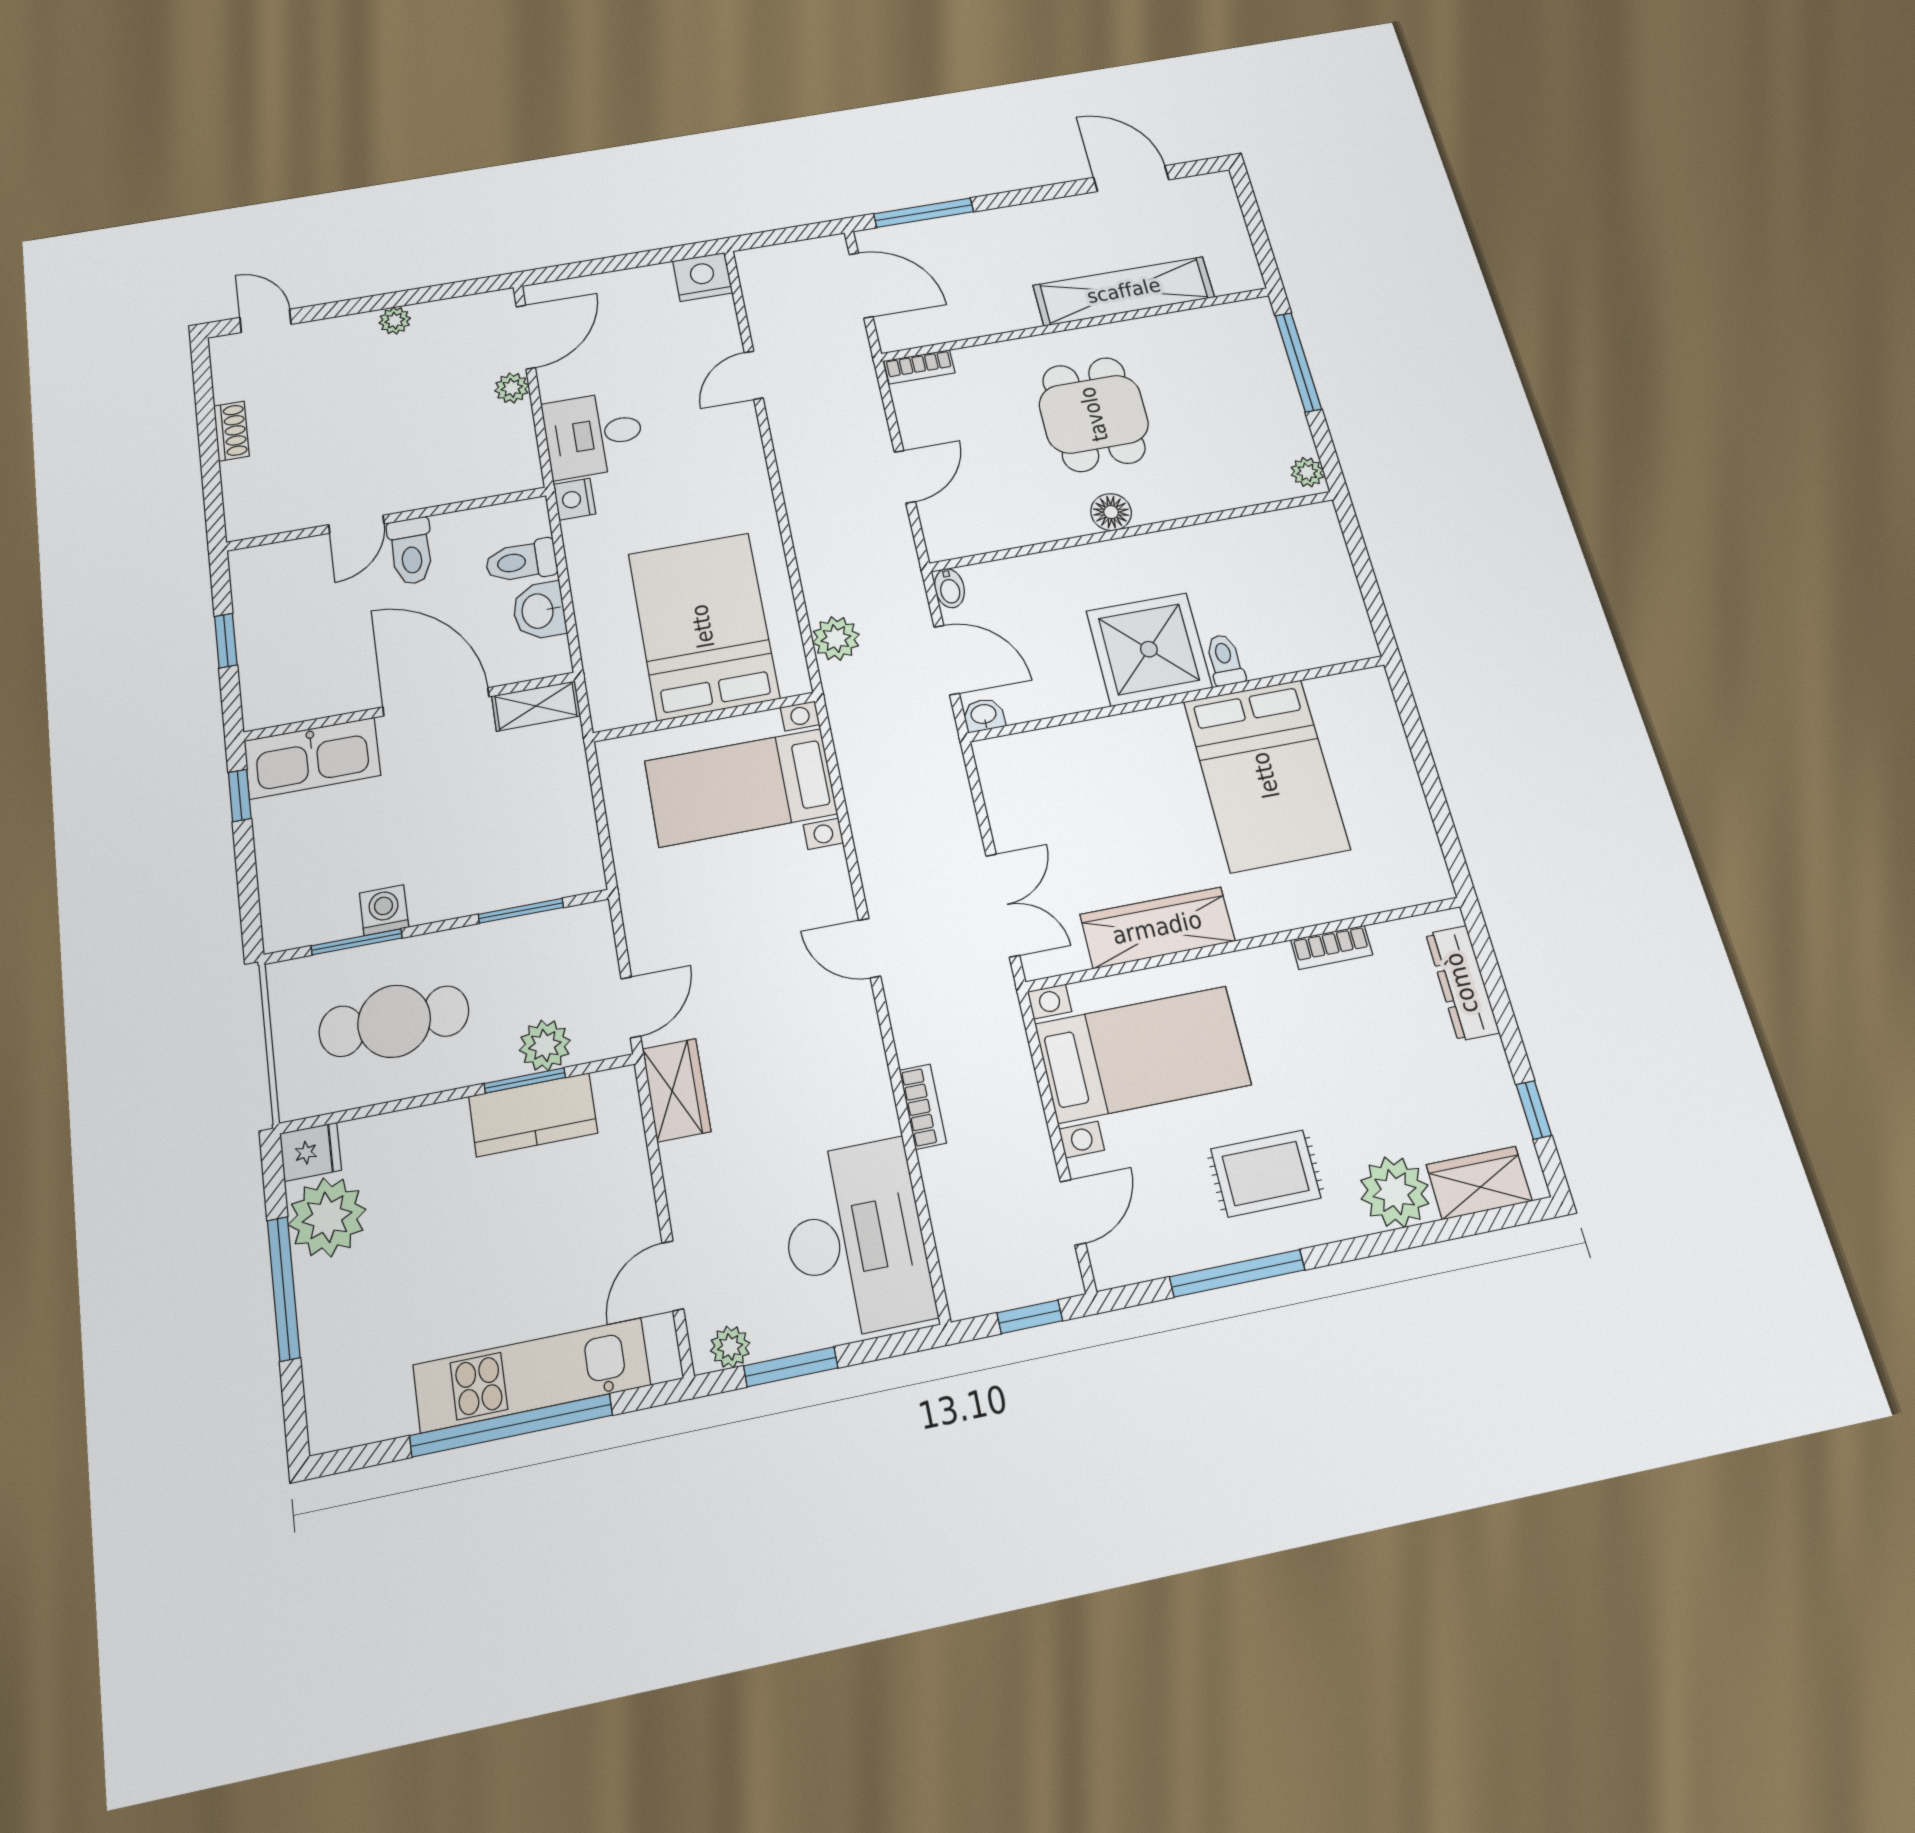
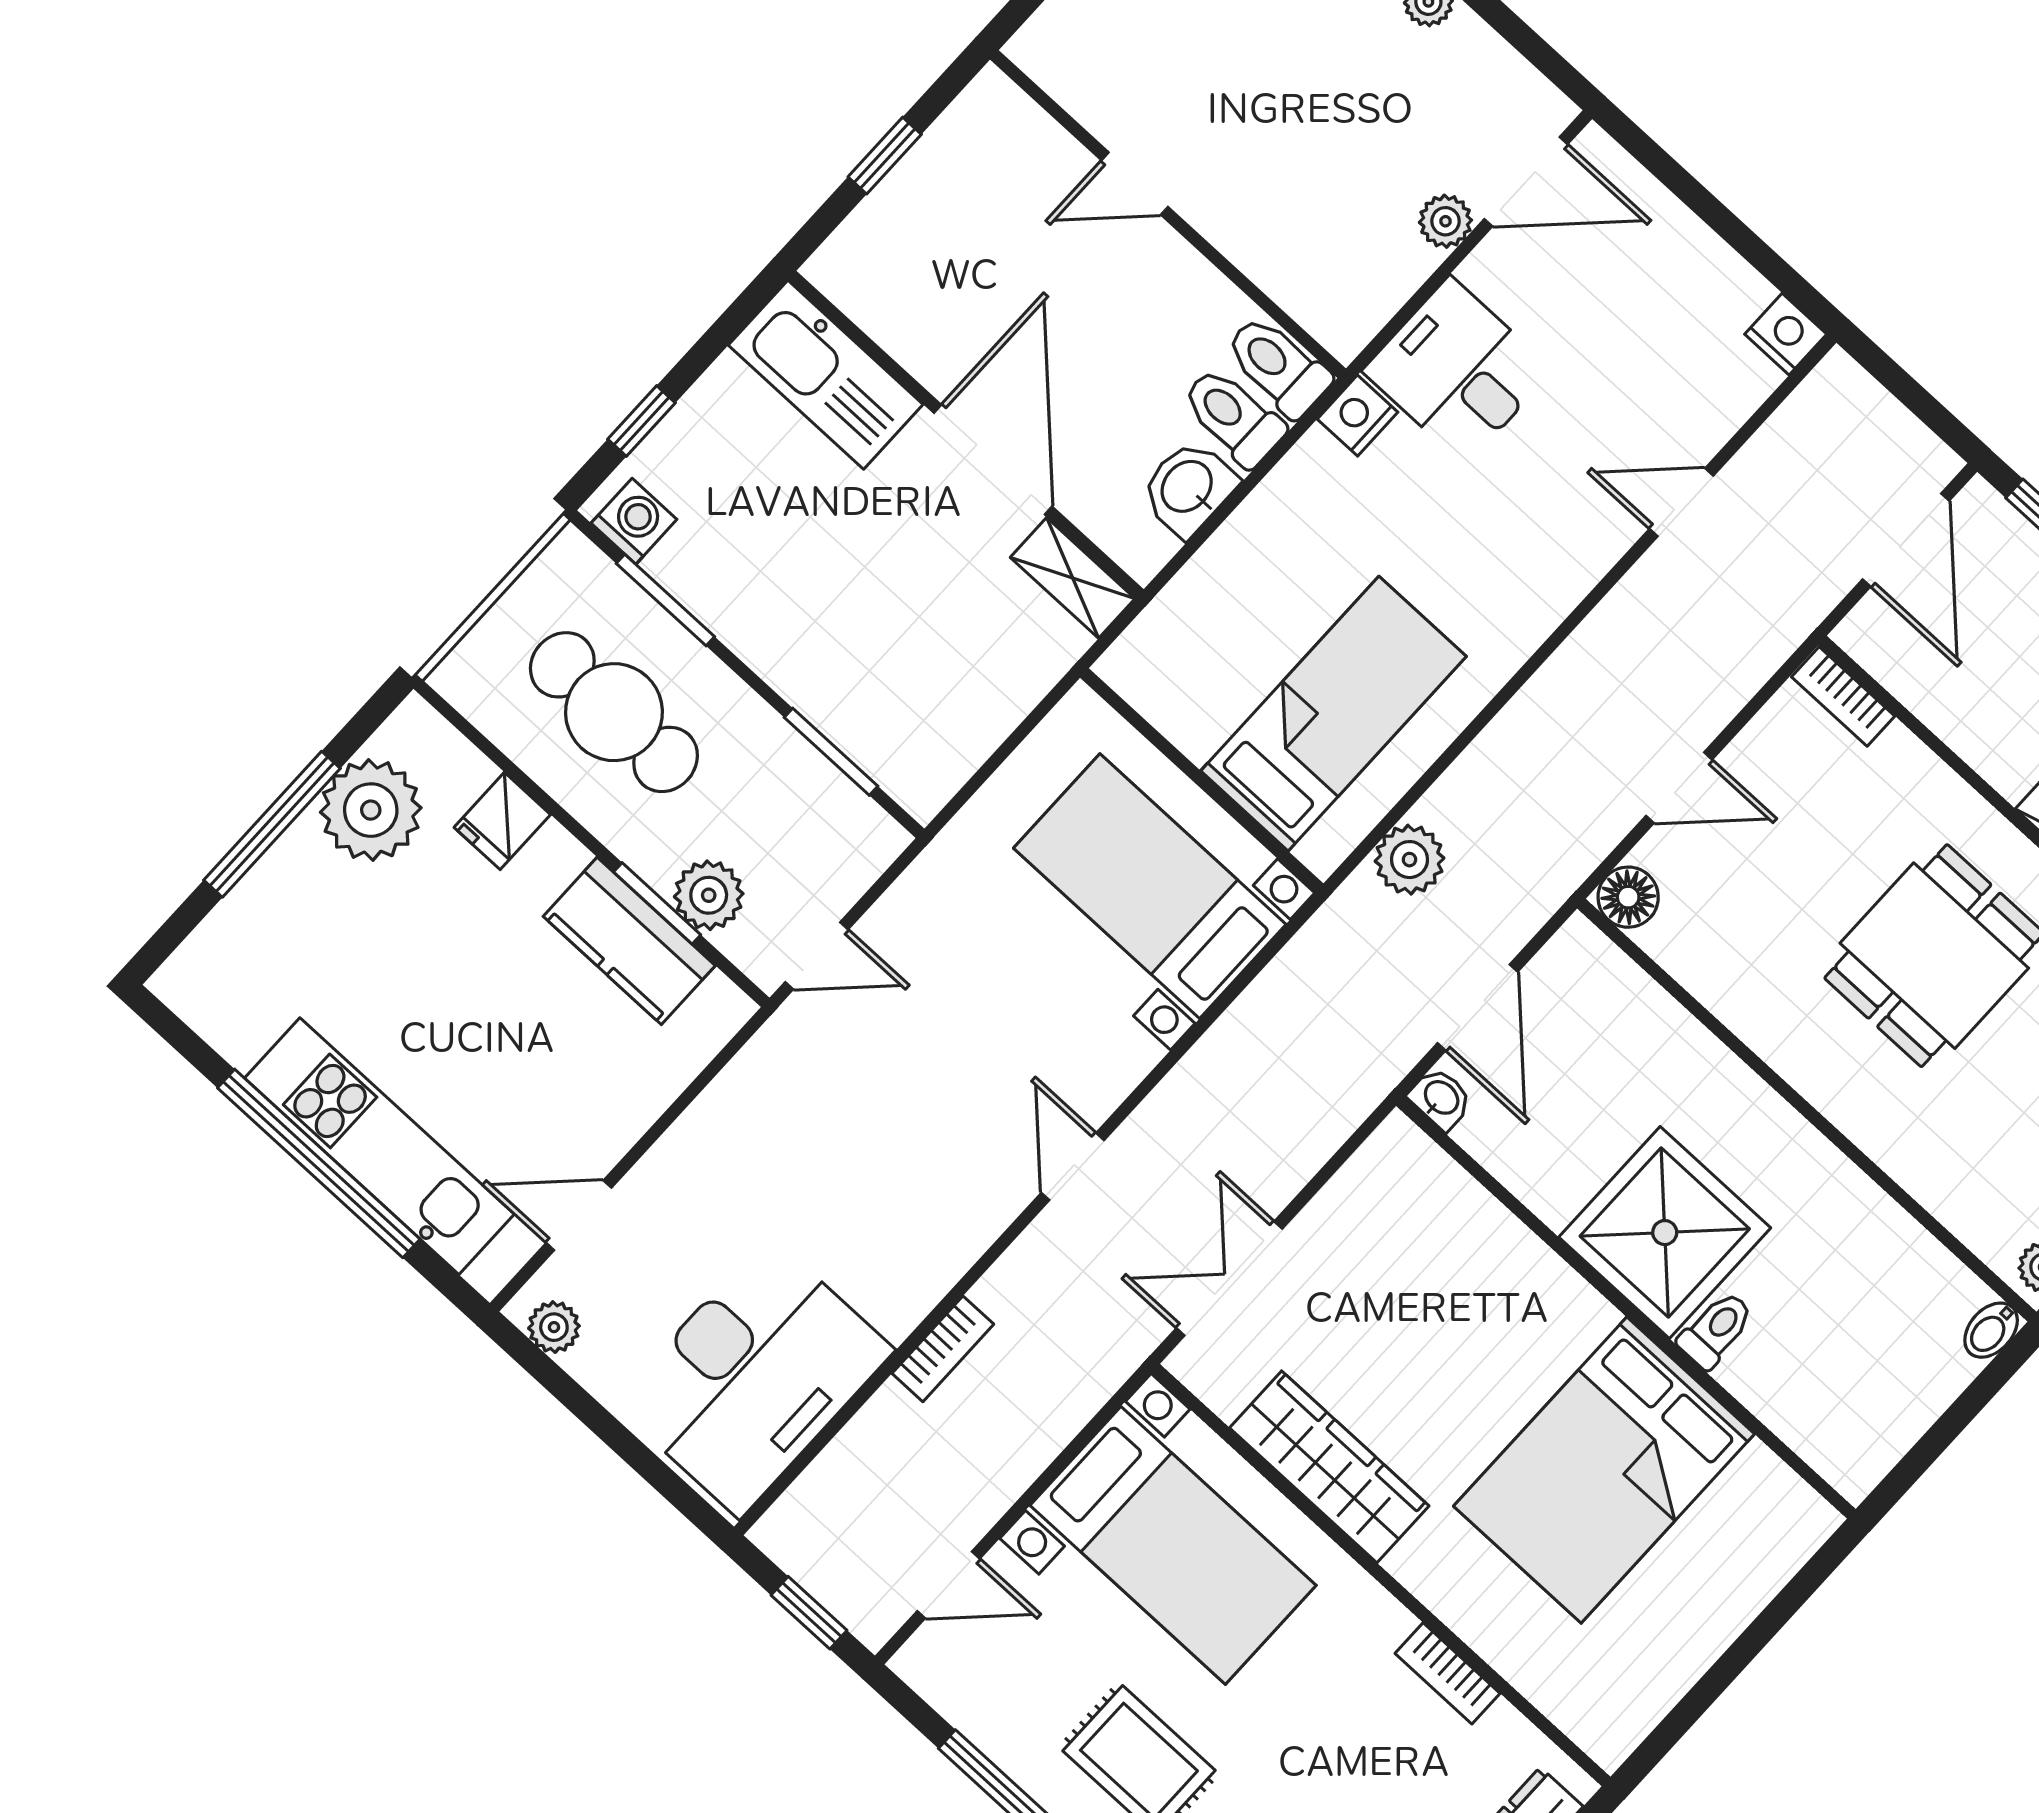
nightstand: (703, 277) -> (1786, 334), width x0.74, depth x0.75
floor lamp: (1111, 512) -> (1628, 897), moved
toilet: (411, 551) -> (1278, 366), moved, turned 90
bidet: (949, 588) -> (1991, 1330), moved
bed: (703, 626) -> (1334, 714), width x0.67
window: (240, 795) -> (642, 421), moved
double door: (1003, 905) -> (1229, 1278), swing flipped
washing machine: (384, 910) -> (634, 521), moved
wardrobe: (676, 1090) -> (767, 1073), removed
fridge: (310, 1152) -> (502, 821), moved, turned 90
window: (791, 1367) -> (580, 1403), removed

